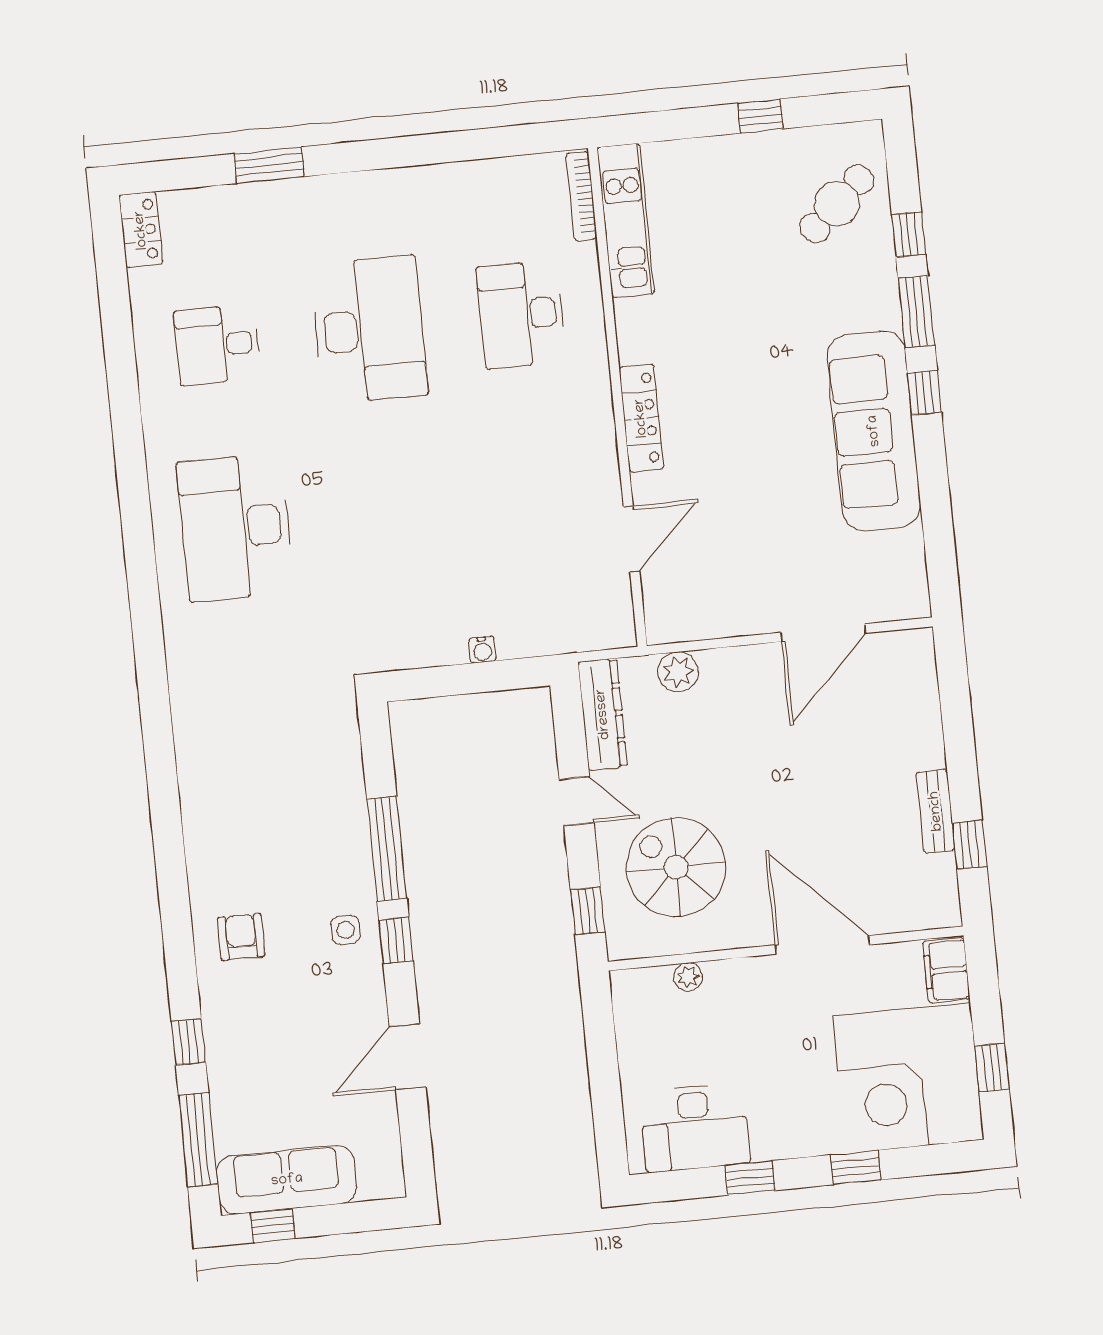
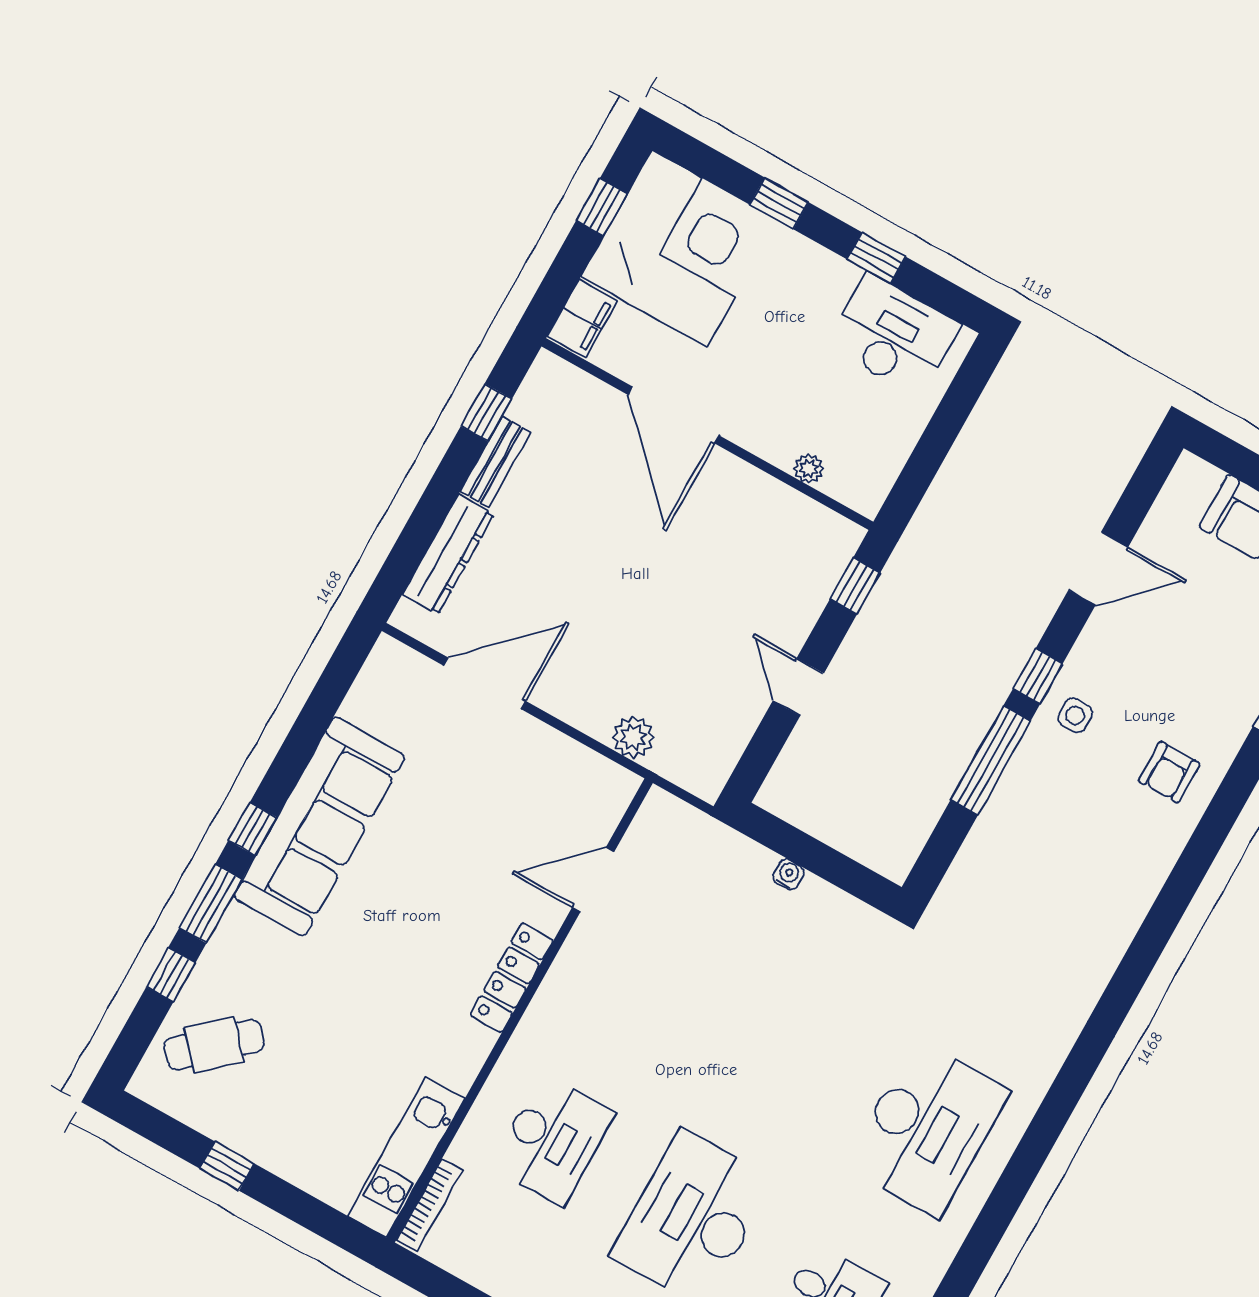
dresser: (603, 714) -> (448, 554), moved, turned 180
spiral stairs: (676, 867) -> (753, 570), removed

